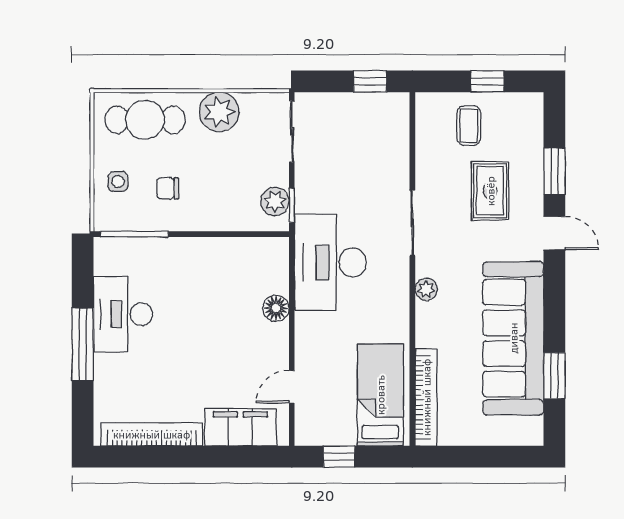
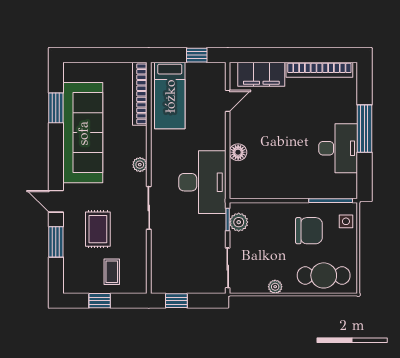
plant: (219, 112) -> (275, 287), width x0.53, depth x0.53
side table: (118, 182) -> (346, 221), moved
chair: (168, 188) -> (309, 231), width x1.87, depth x1.87

